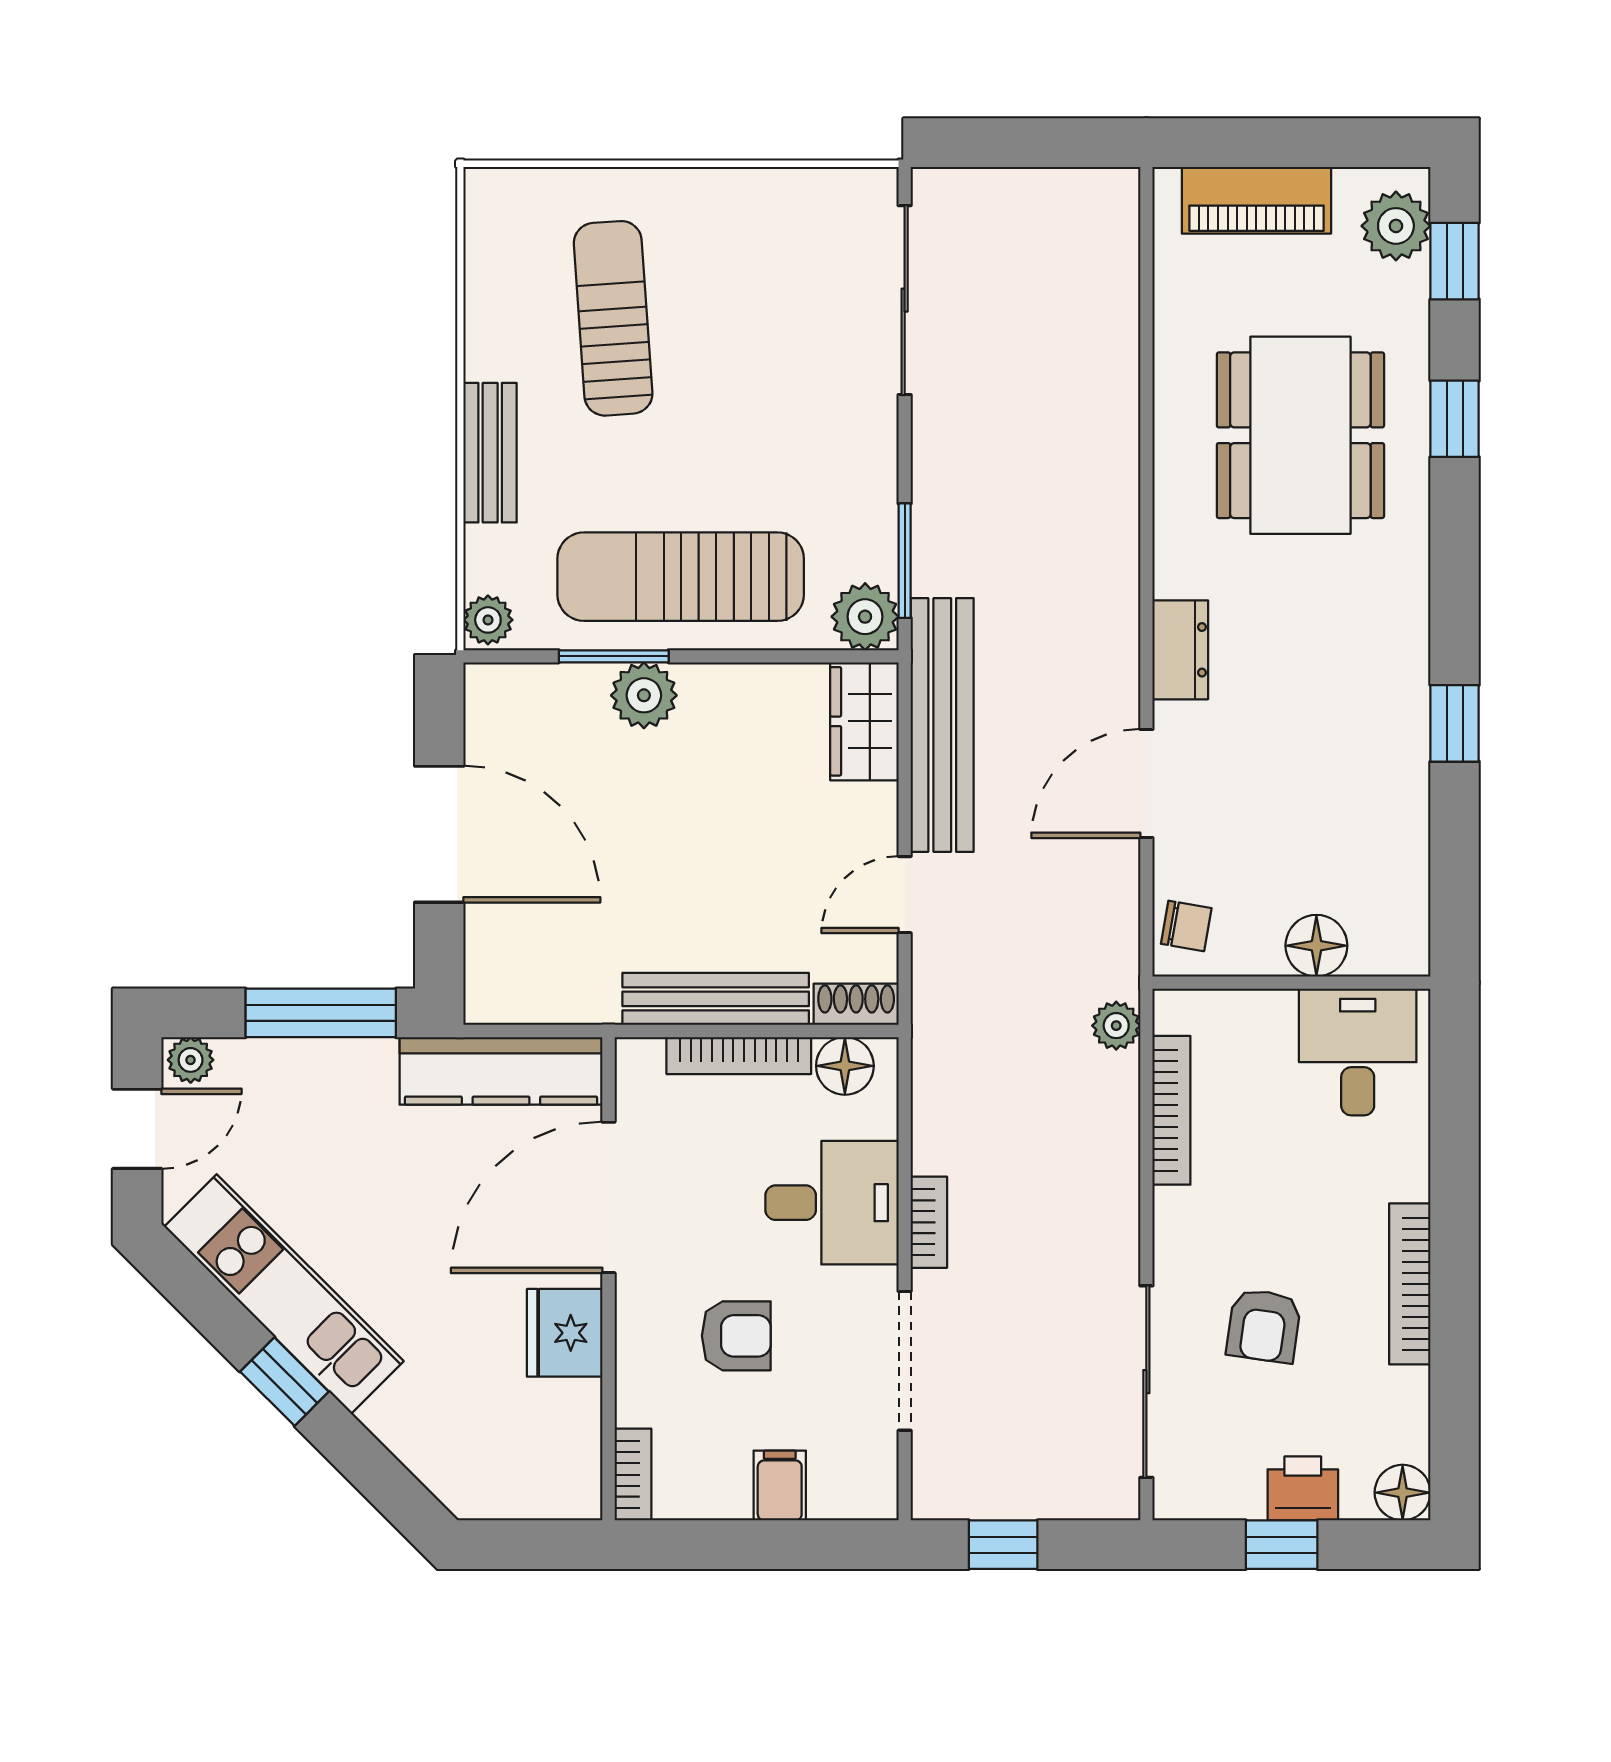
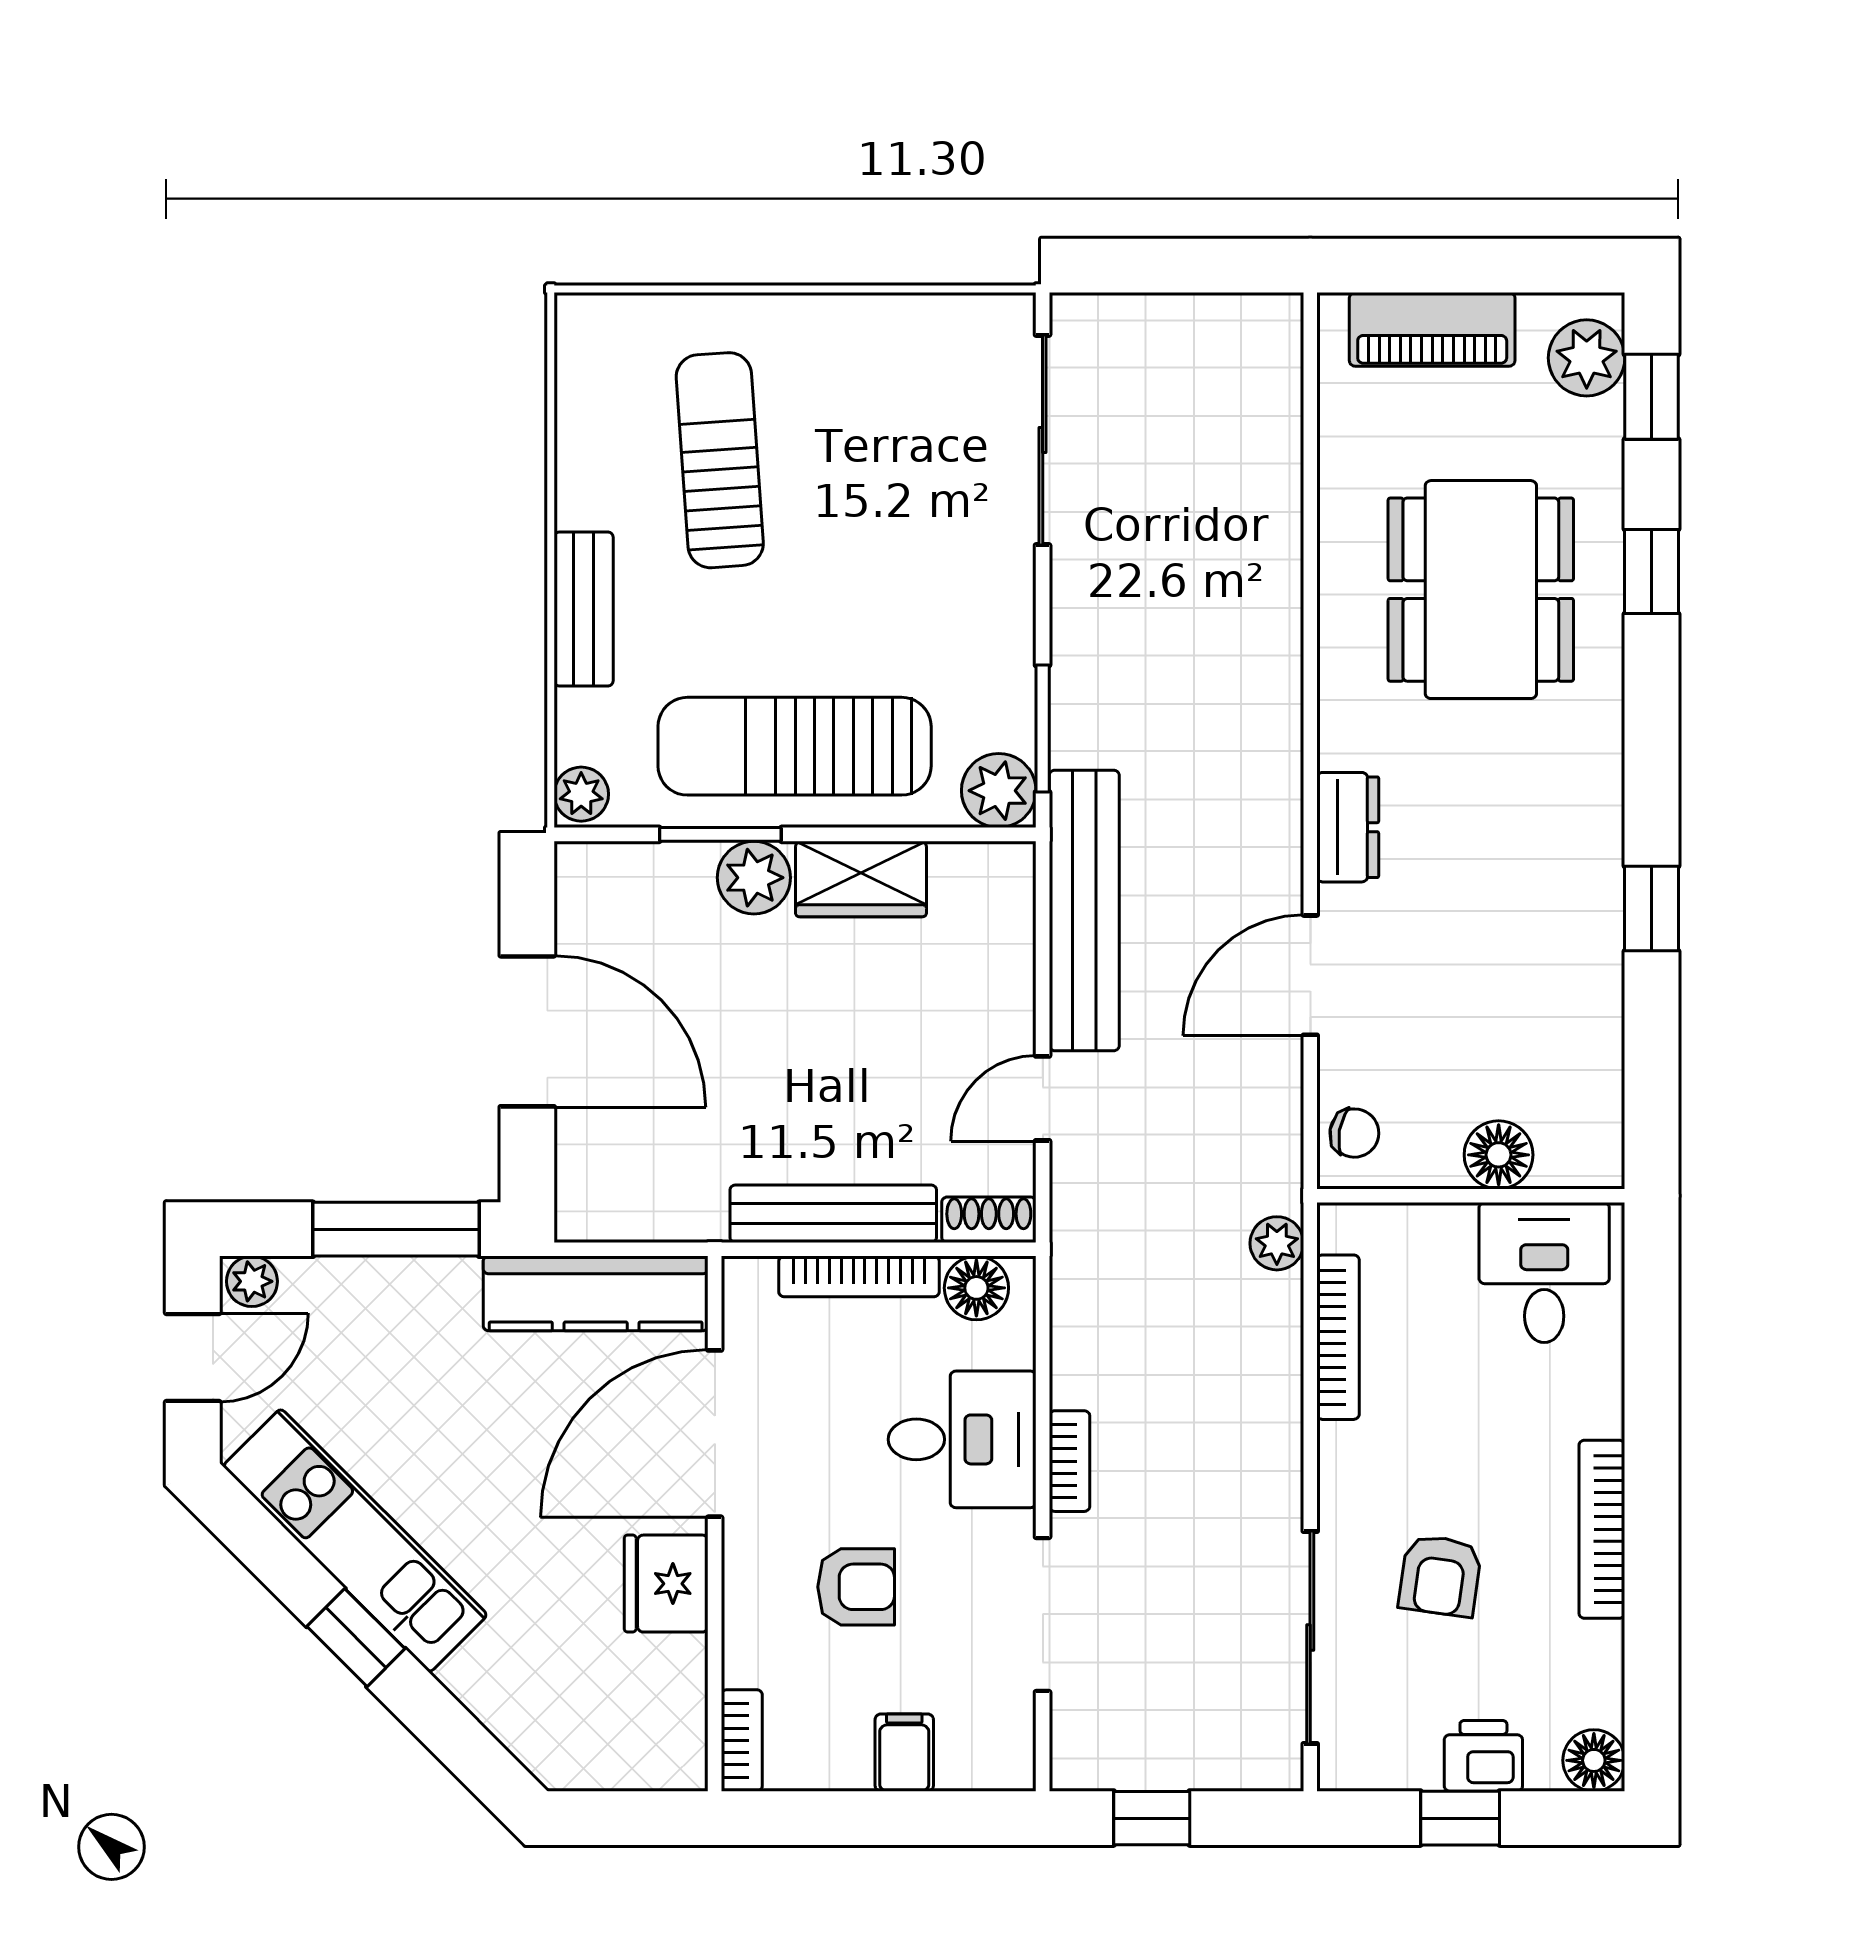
wardrobe: (864, 721) -> (861, 879), moved, turned -90

